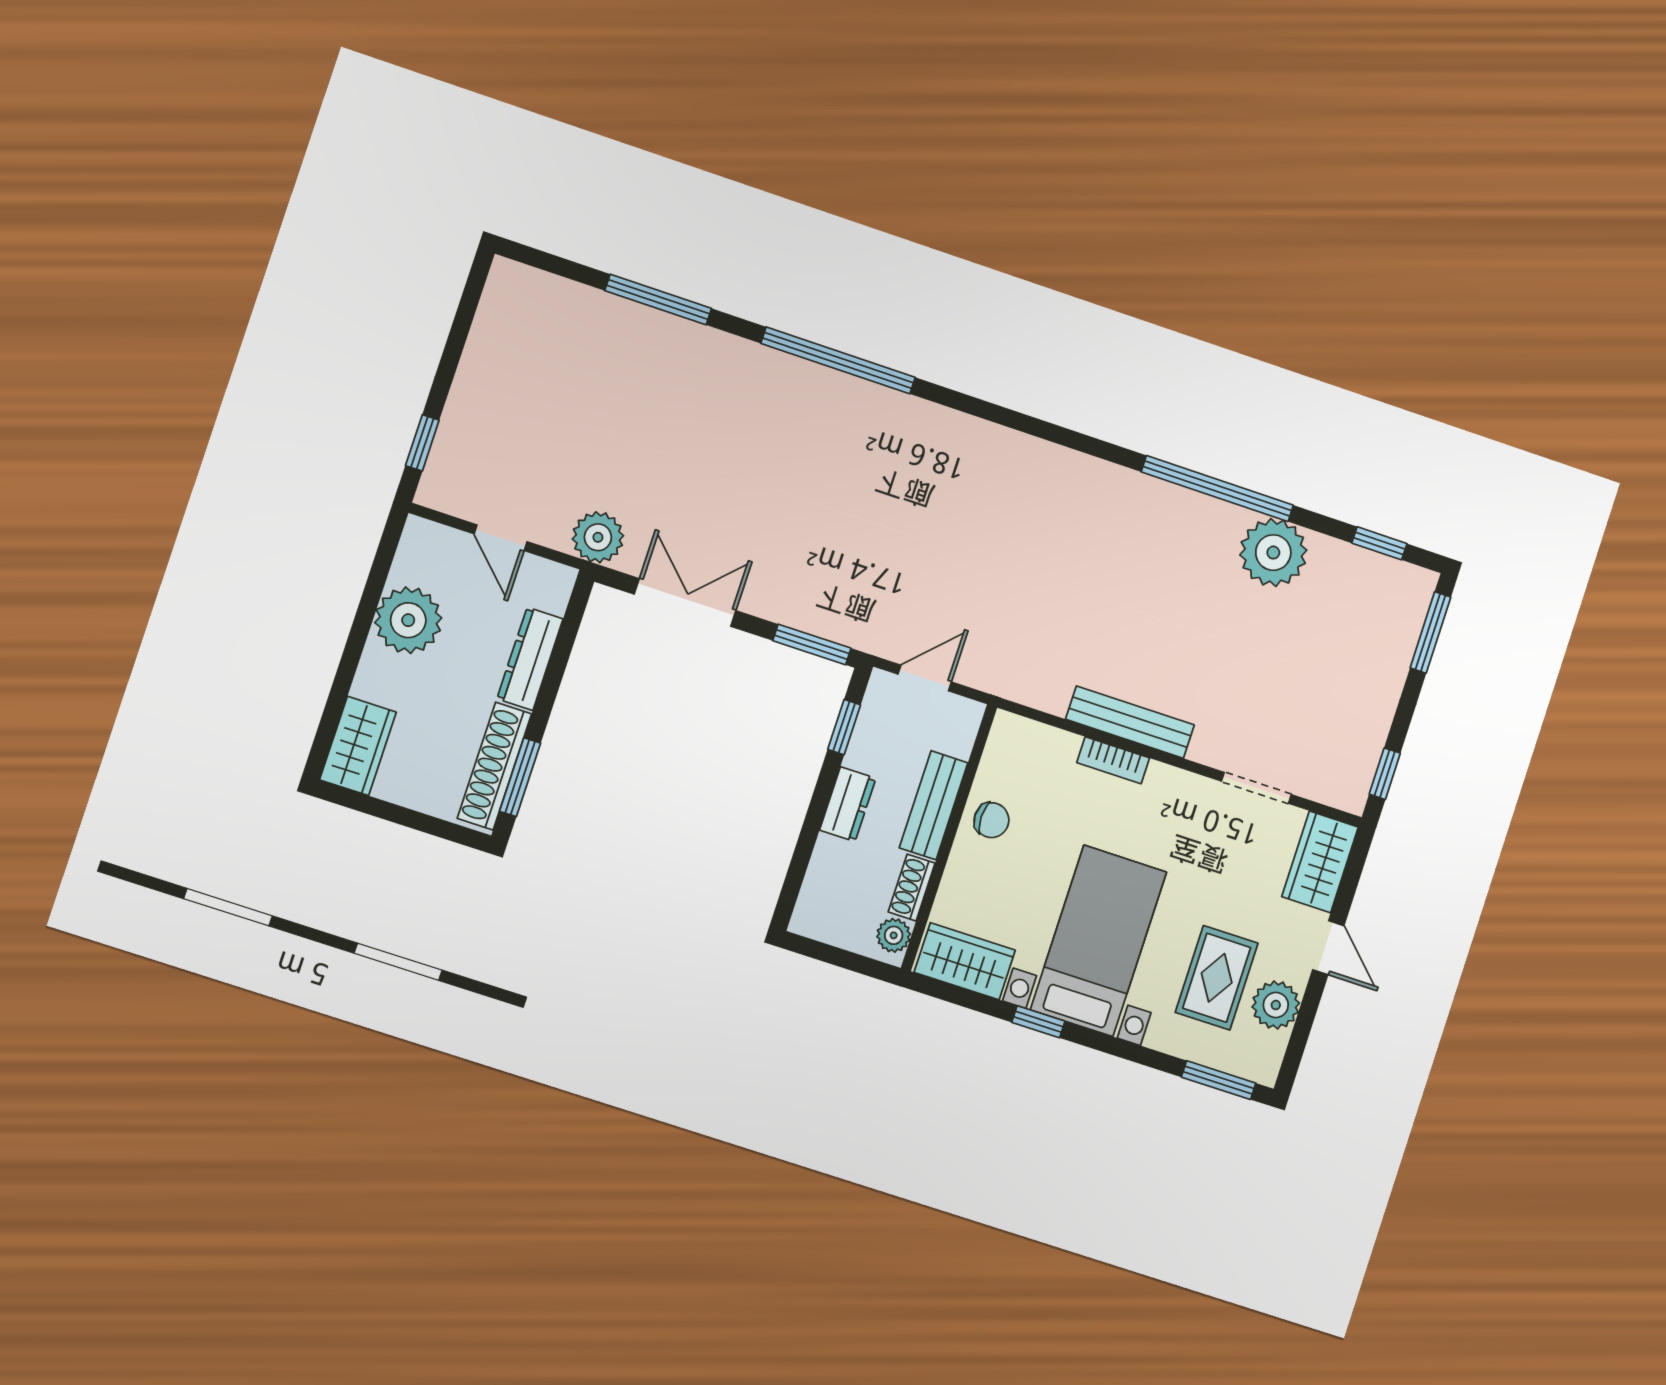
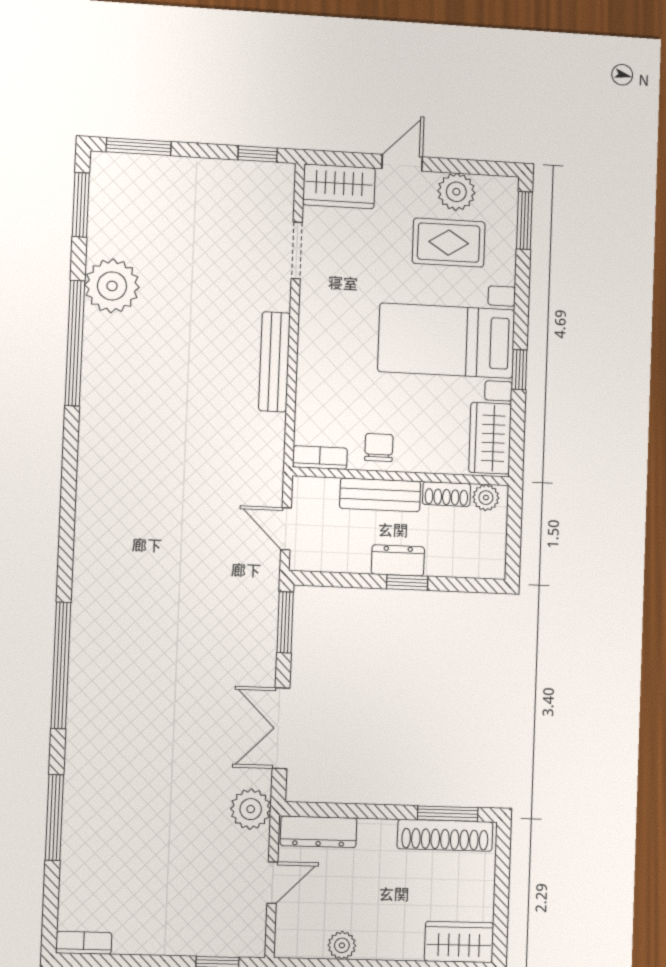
bookcase: (497, 291) -> (84, 943), added
window: (1379, 543) -> (81, 205), width x1.50
plant: (408, 620) -> (342, 945), width x0.53, depth x0.53
dresser: (530, 659) -> (319, 832), moved
window: (844, 727) -> (407, 583), moved
bookcase: (1113, 760) -> (320, 458), moved, turned -90

